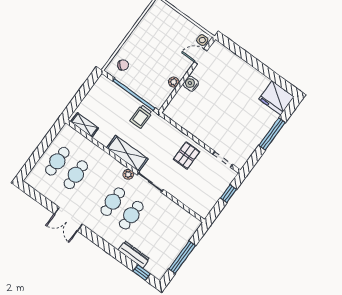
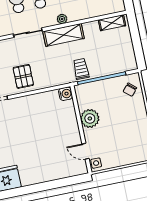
door: (201, 56) -> (85, 151), swing flipped
plant: (174, 82) -> (90, 118), width x1.87, depth x1.87
water cooler: (191, 84) -> (66, 94), moved
plant: (128, 174) -> (62, 19), moved

